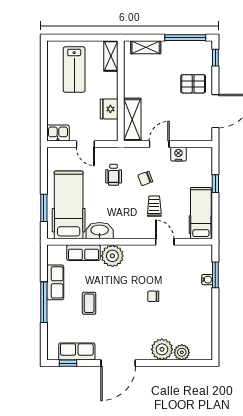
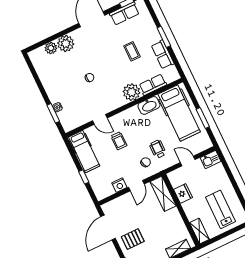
chair: (145, 178) -> (146, 162), moved
window: (44, 208) -> (203, 118), moved
window: (44, 302) -> (164, 37), width x0.69

